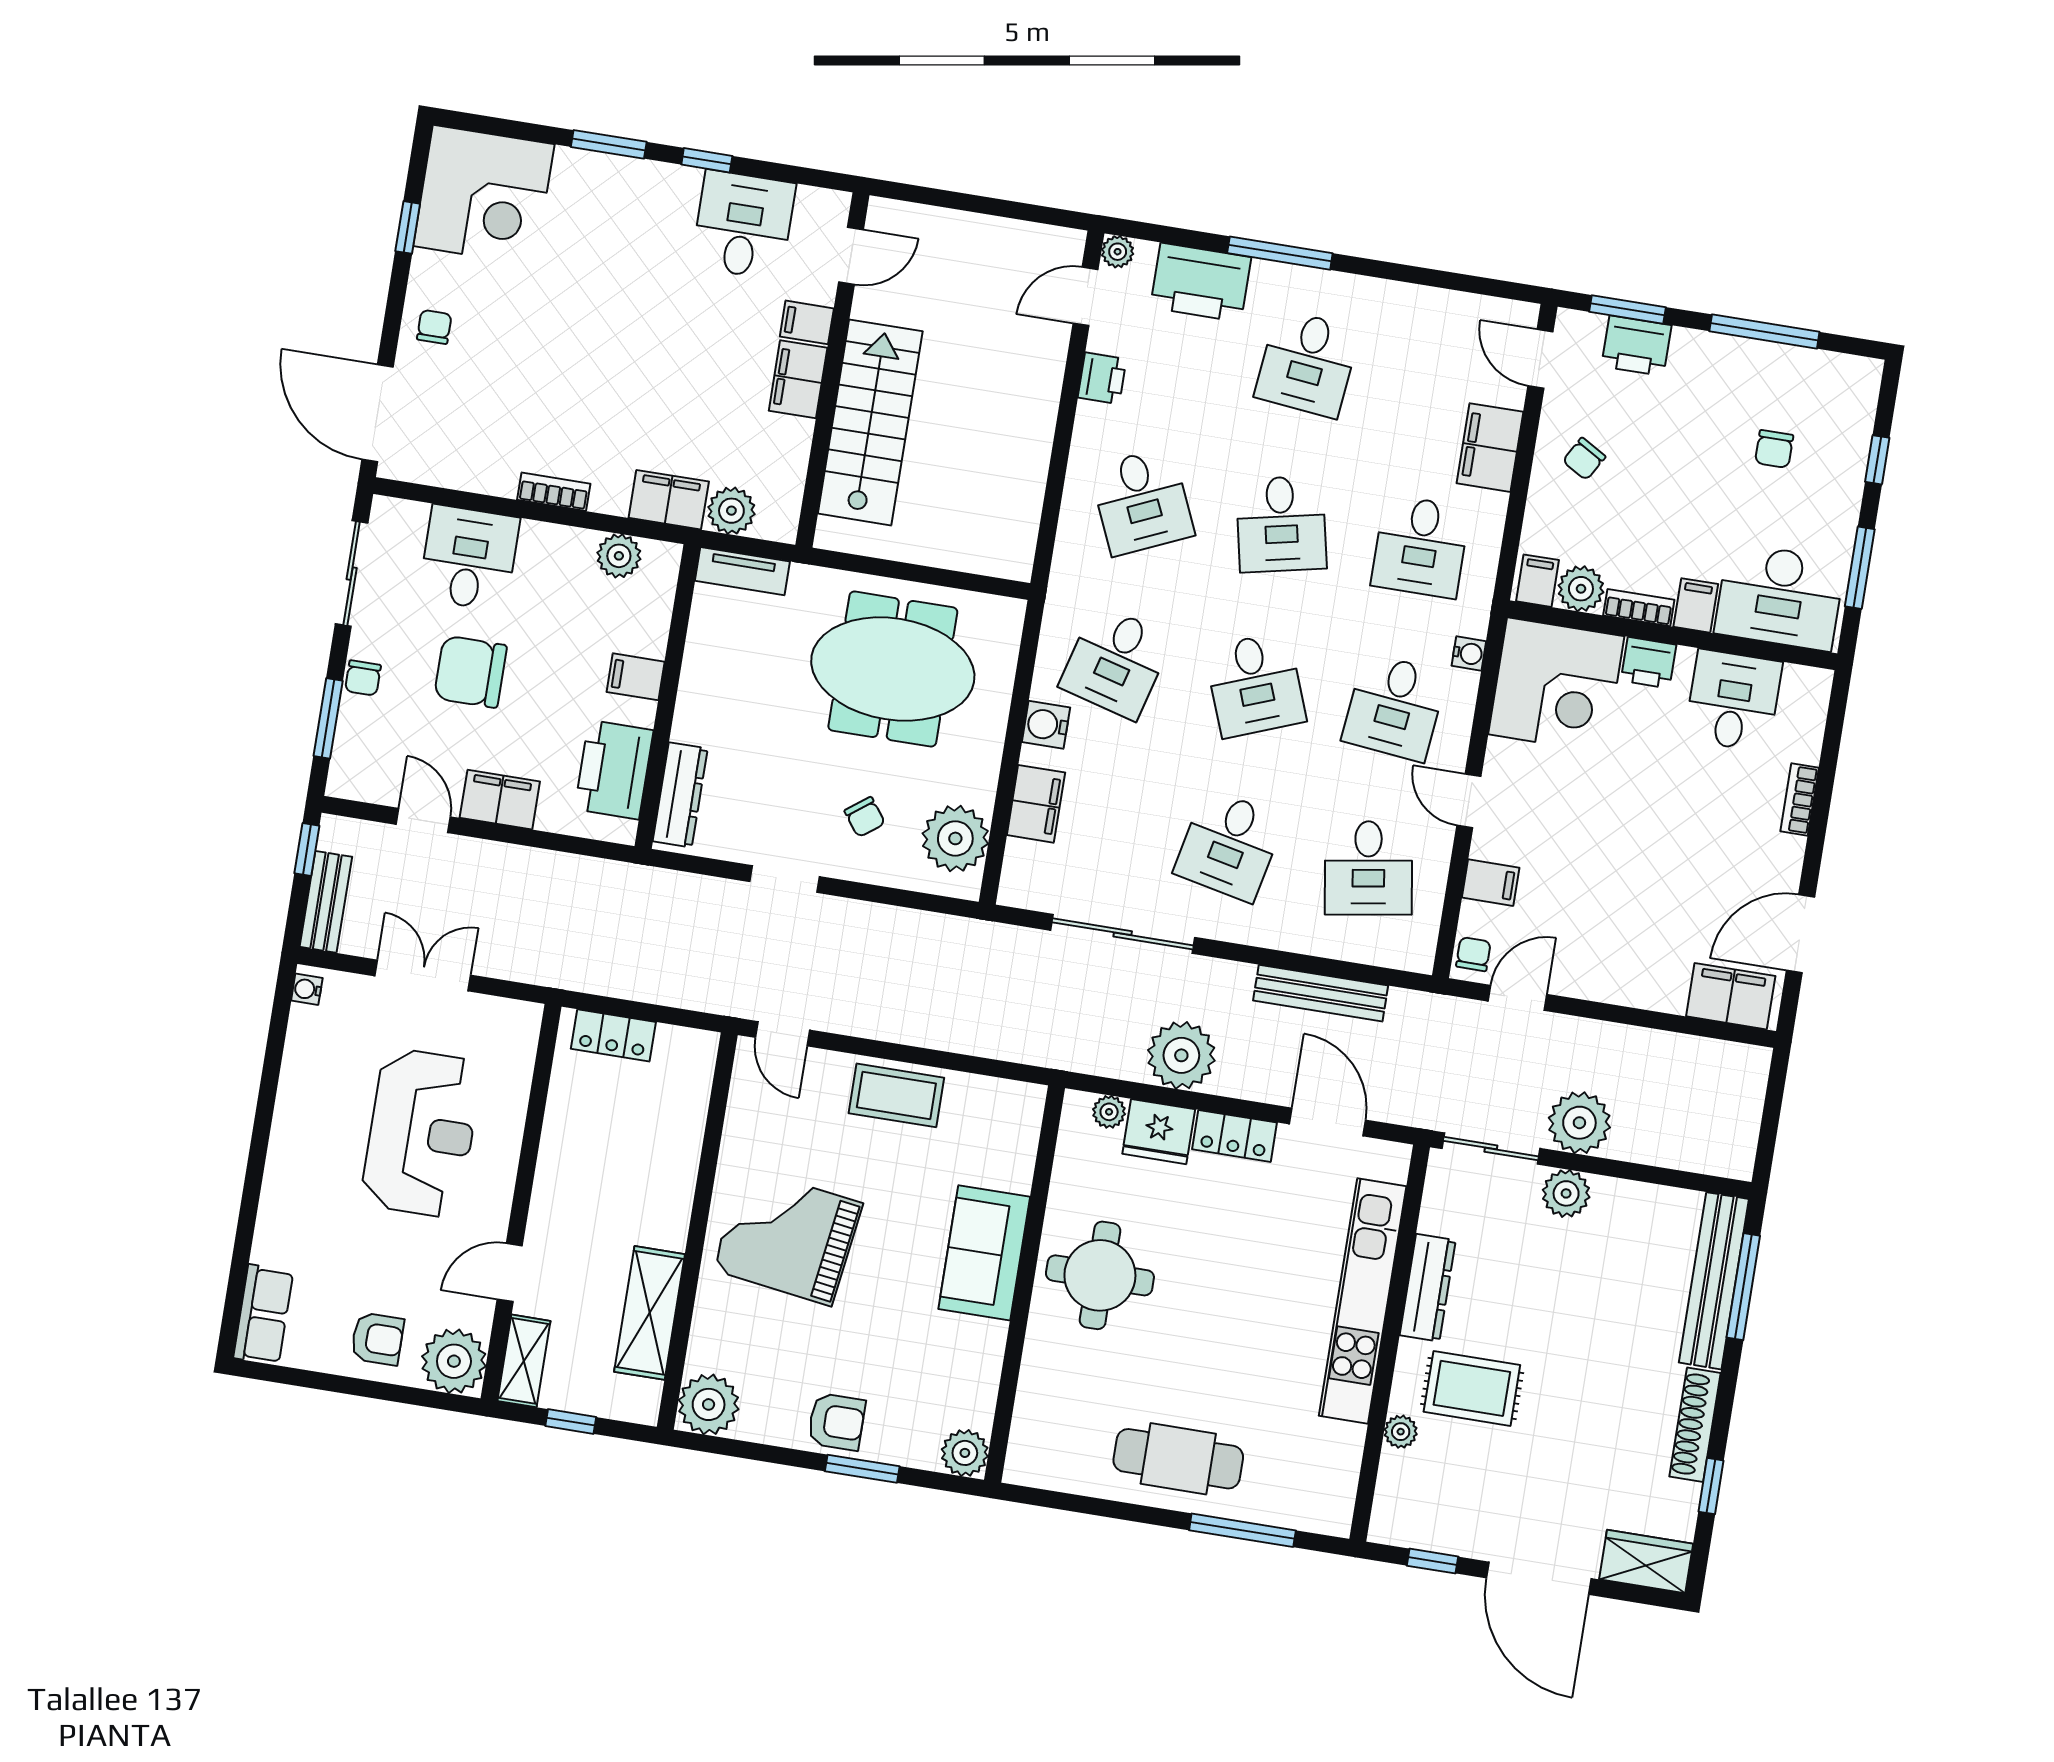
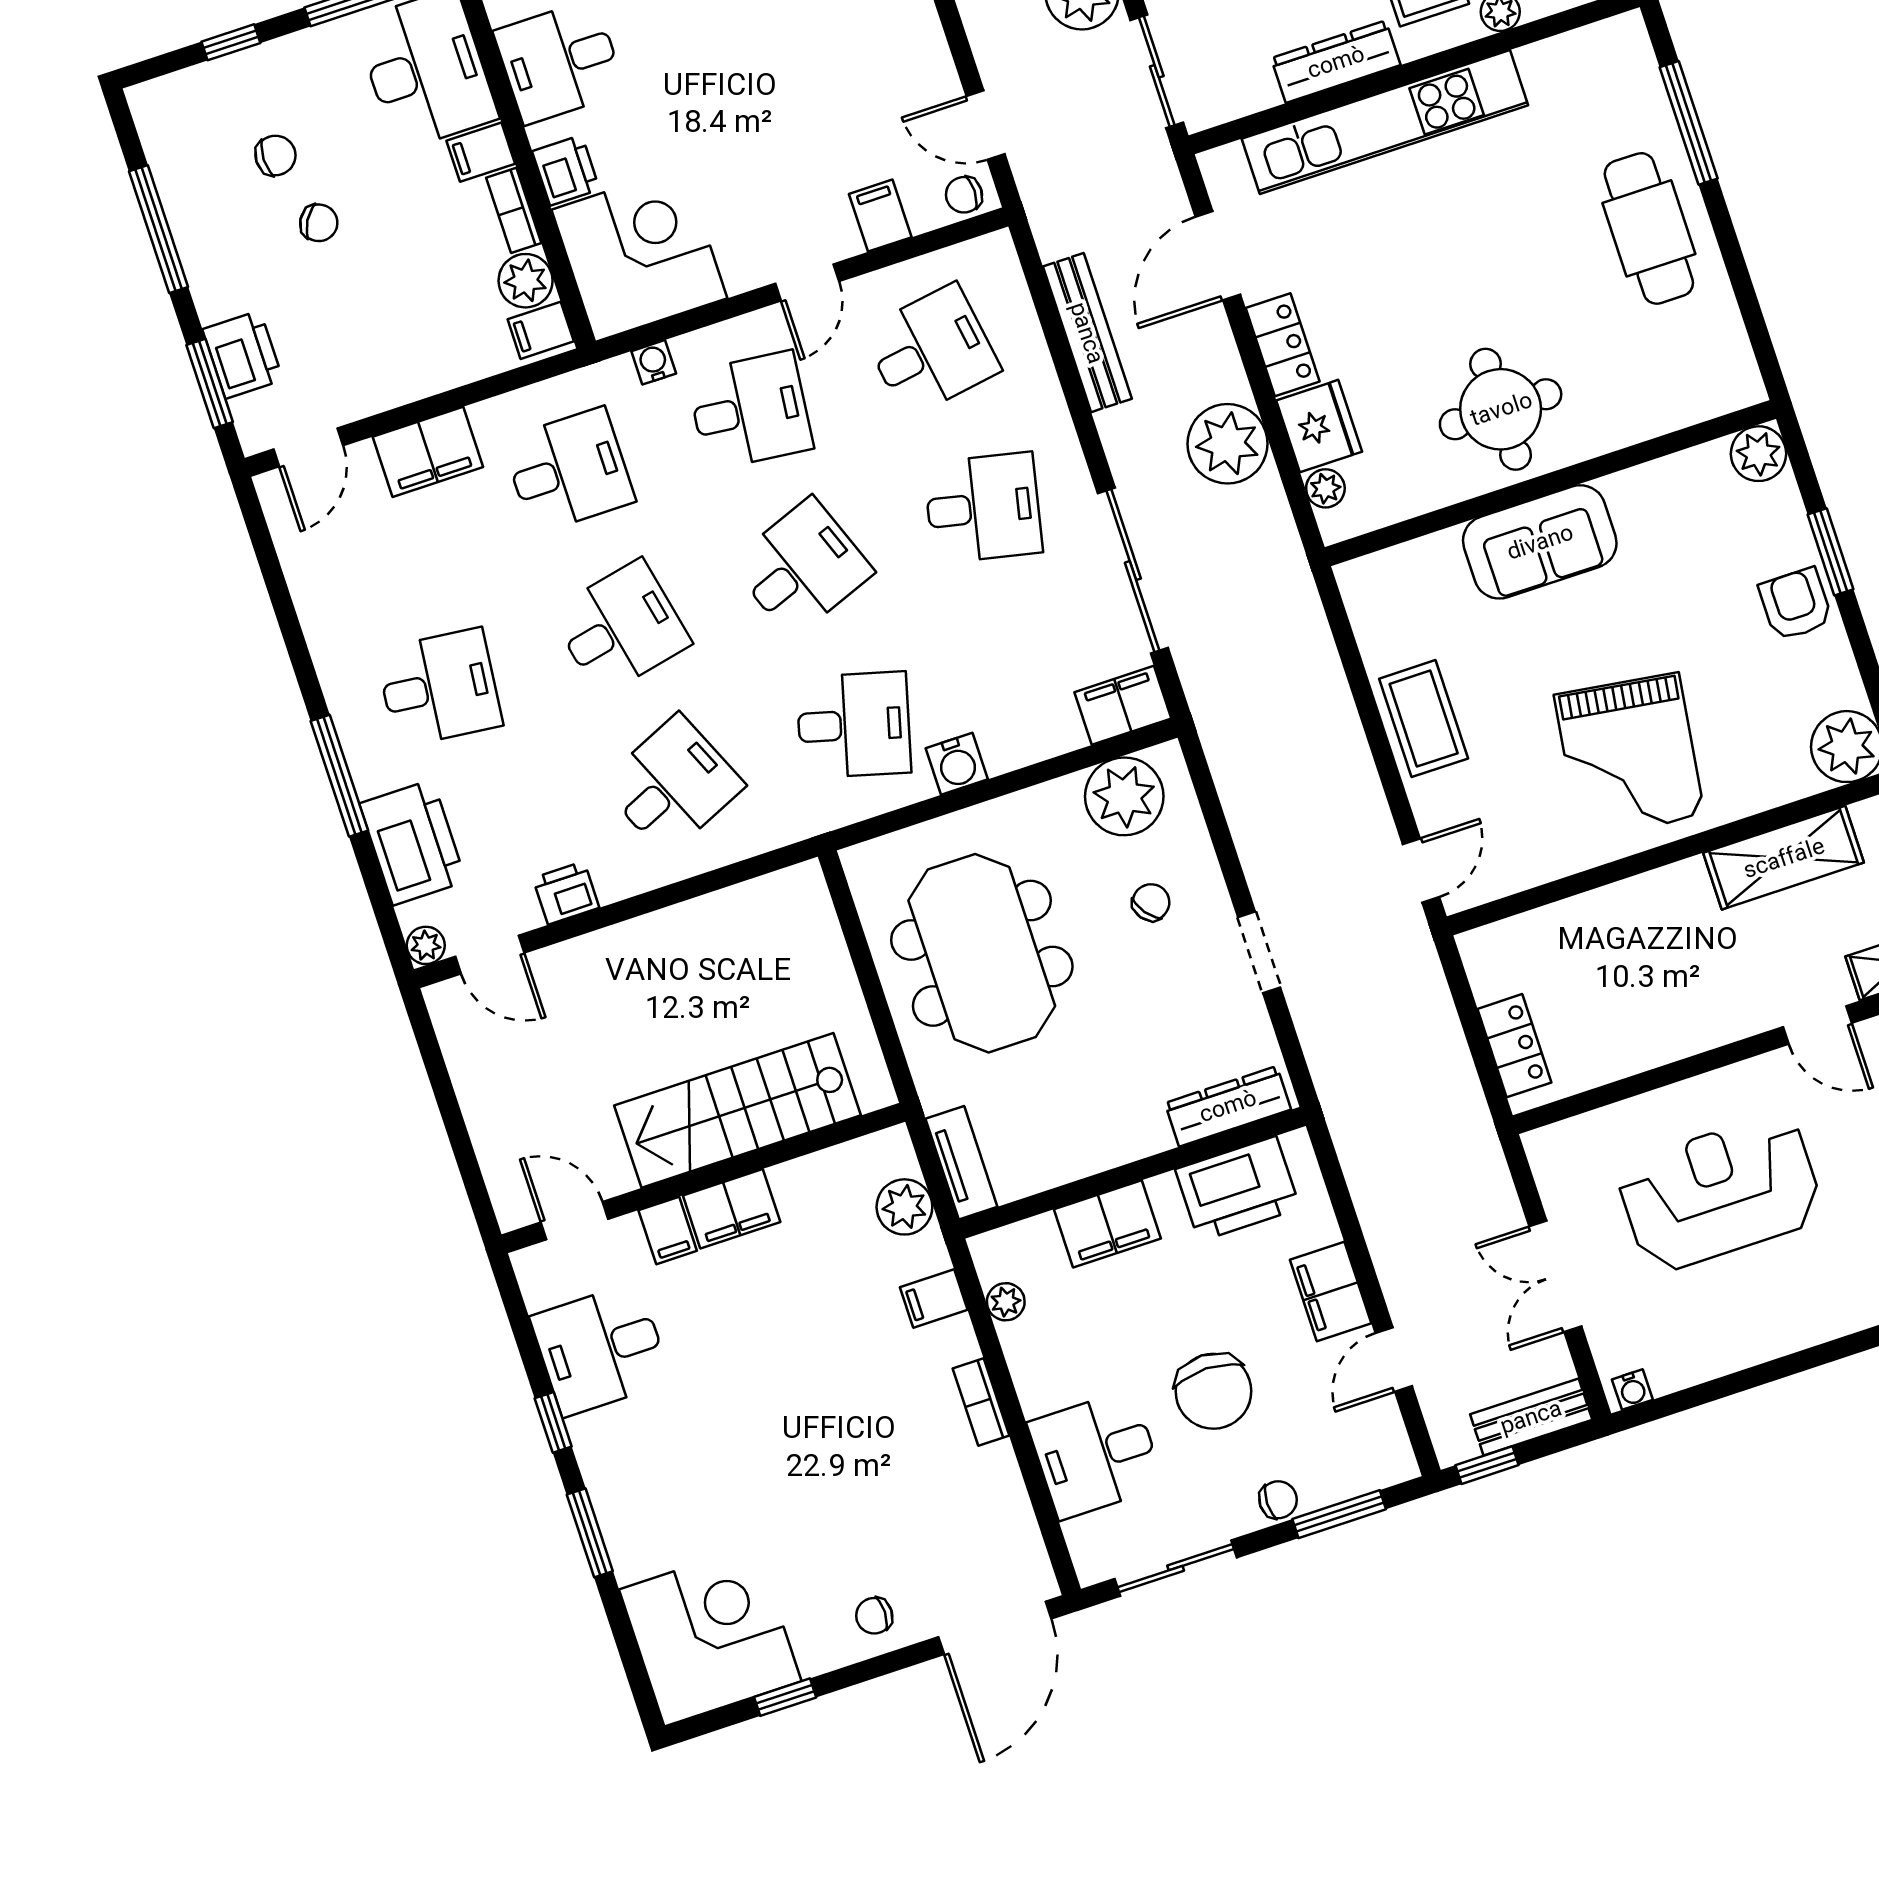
chair: (1584, 459) -> (319, 223), moved
filing cabinet: (669, 500) -> (934, 1298), width x0.50
plant: (619, 556) -> (1006, 1302), width x0.73, depth x0.73
filing cabinet: (636, 677) -> (1107, 1224), width x2.00
filing cabinet: (1036, 804) -> (1123, 705), moved

